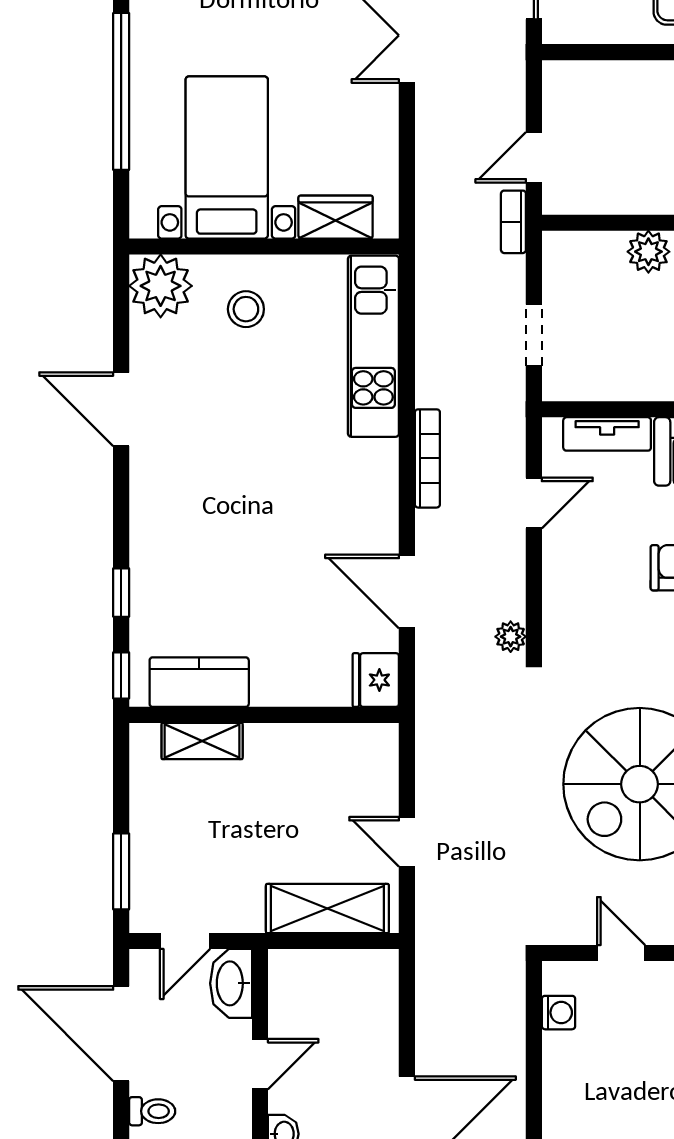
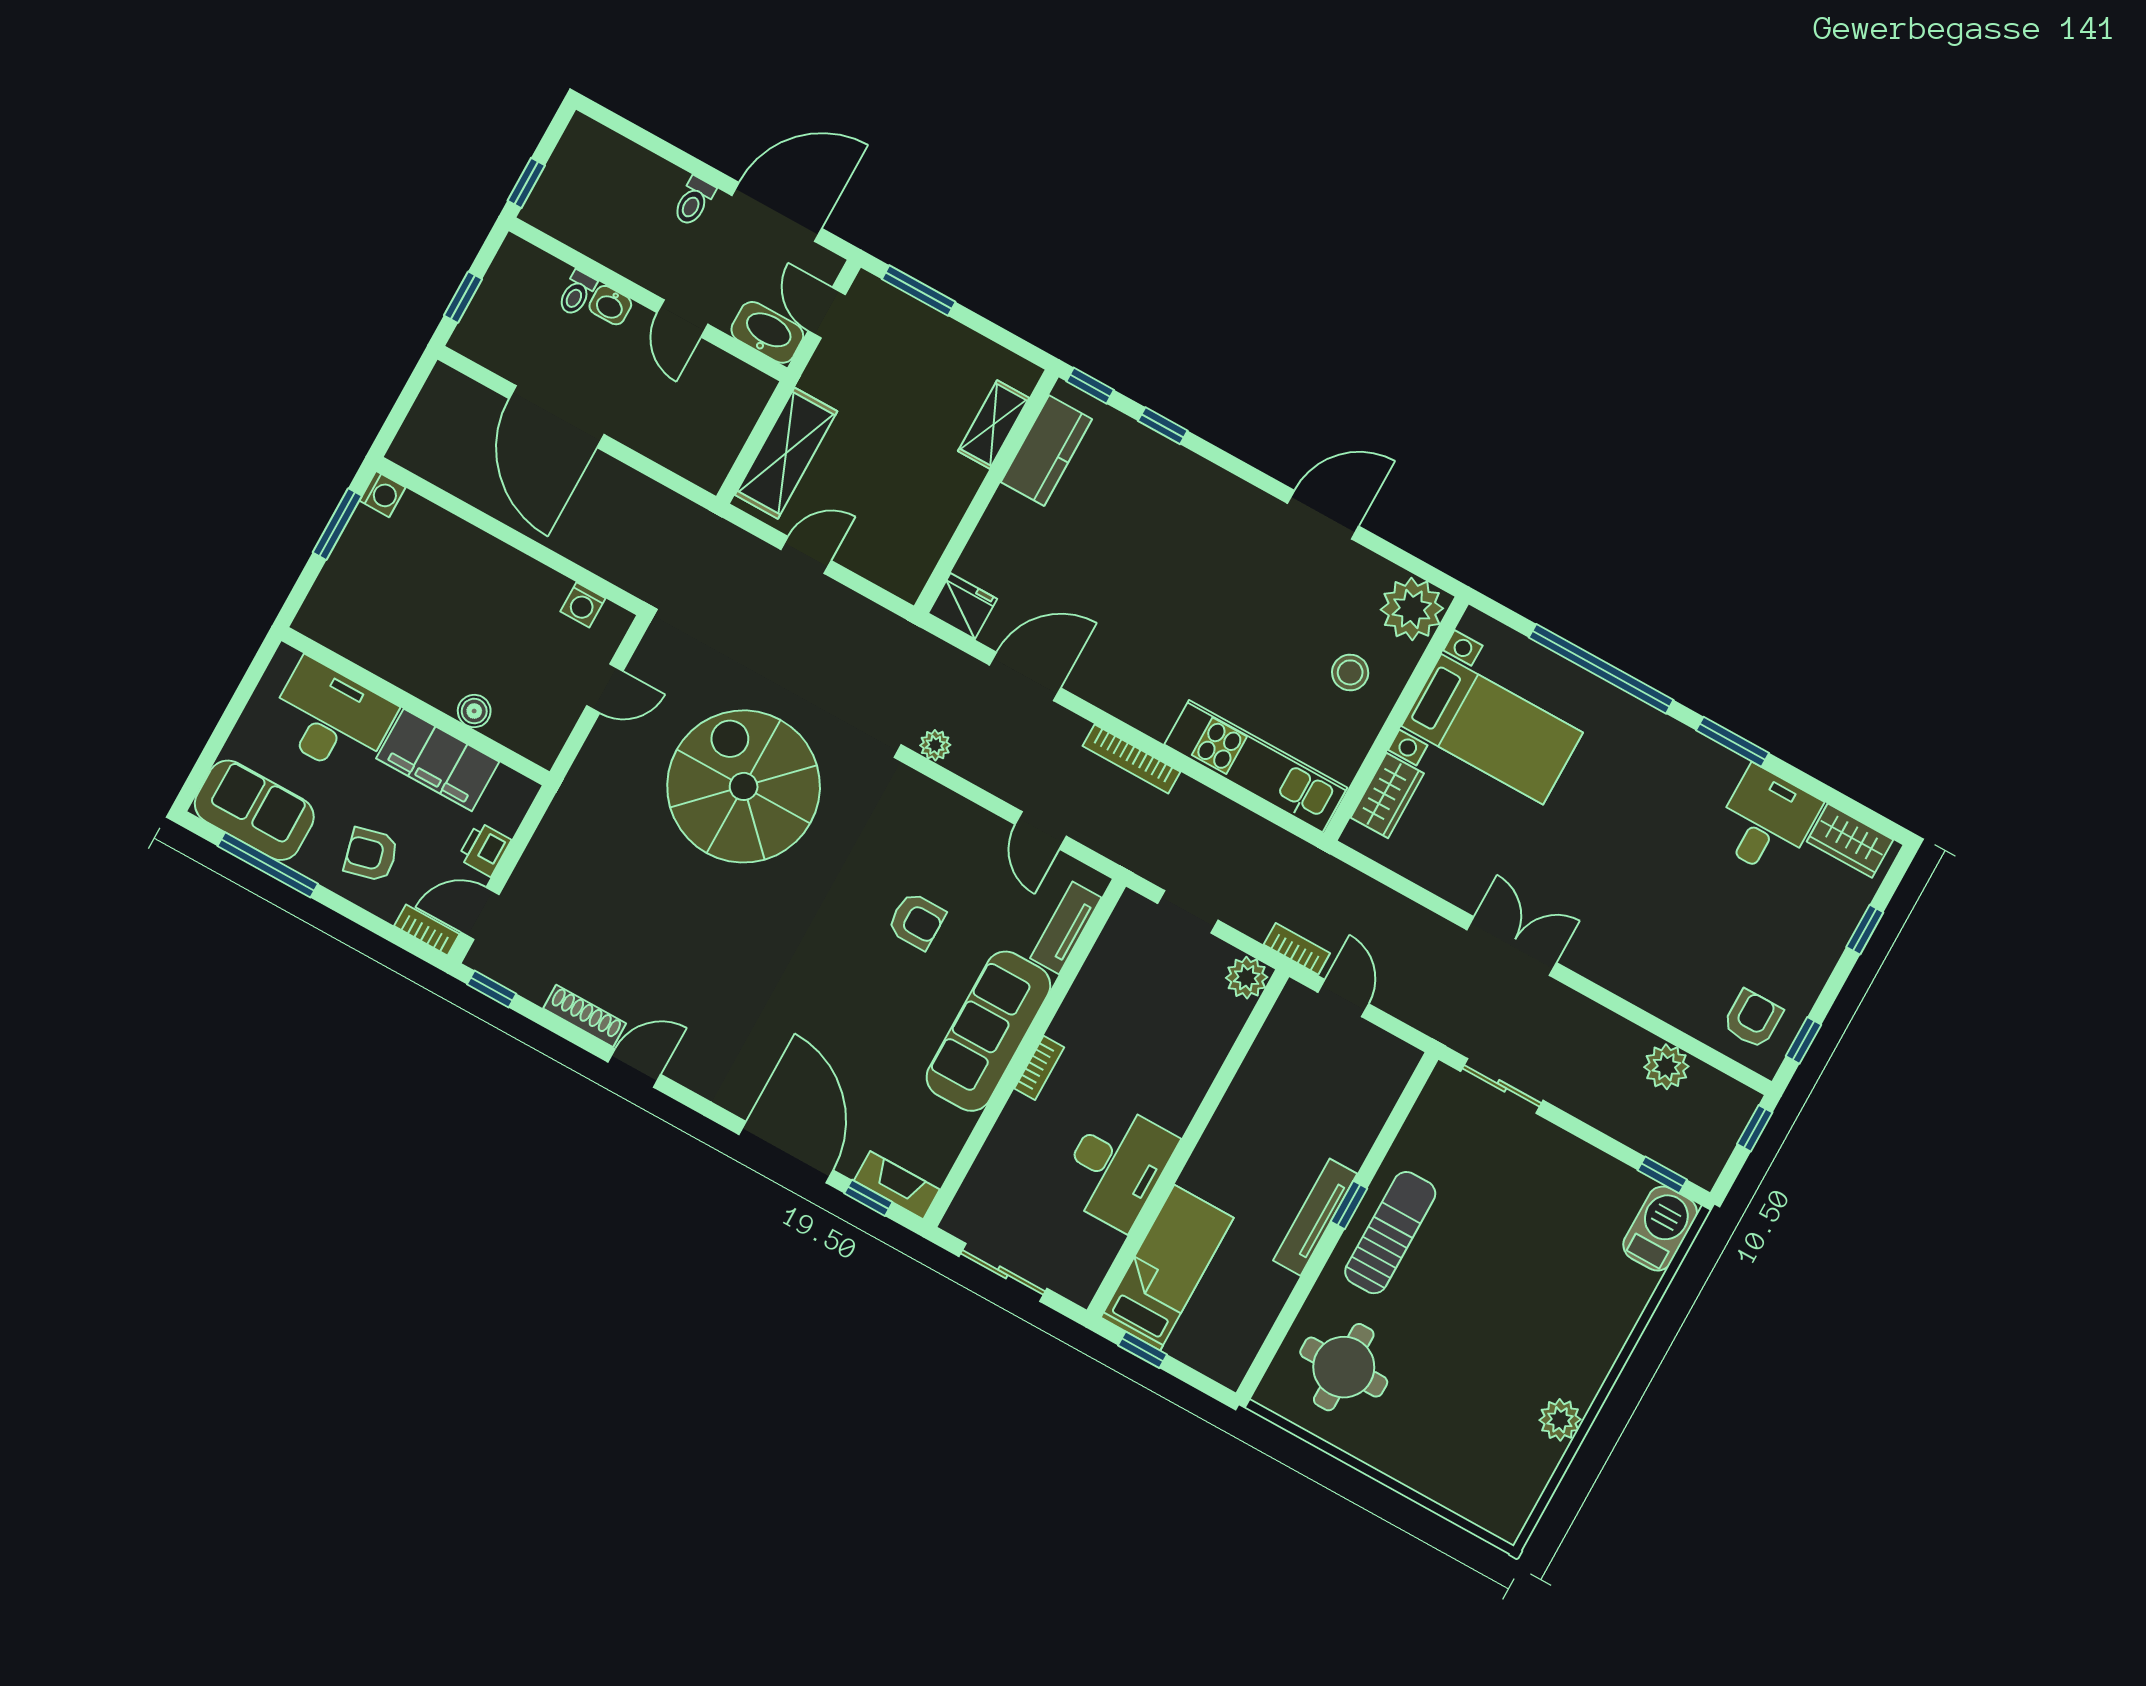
plant: (648, 252) -> (1247, 978), moved

